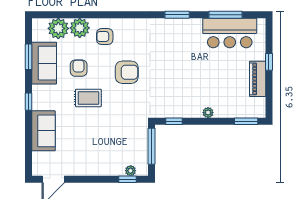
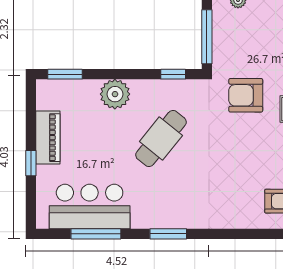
armchair: (127, 72) -> (246, 95), moved
cafe table: (182, 78) -> (161, 139), added
plant: (208, 113) -> (115, 94), width x1.88, depth x1.88

